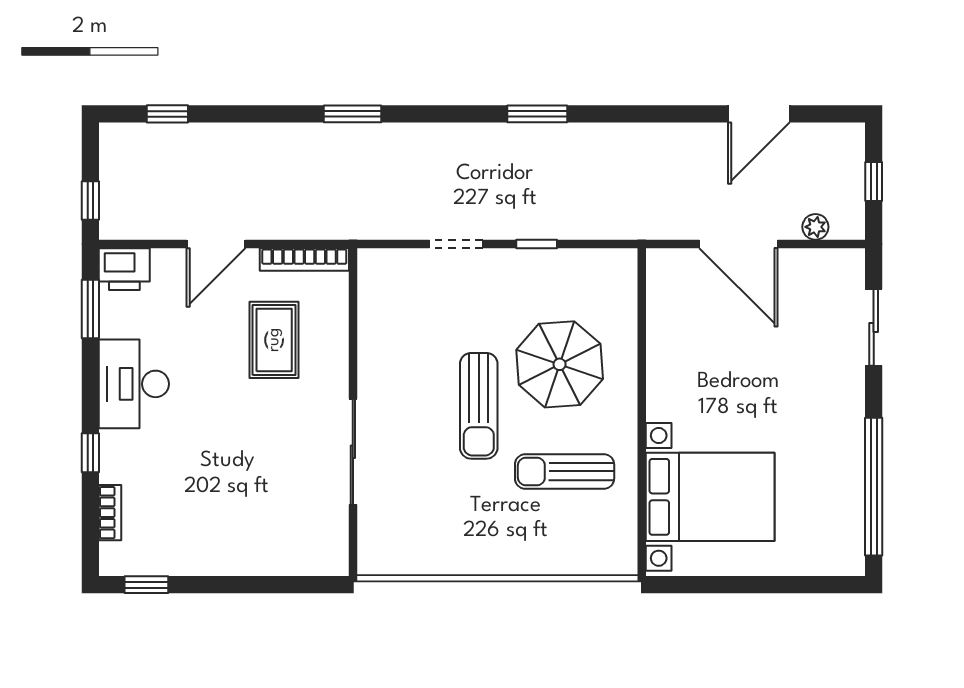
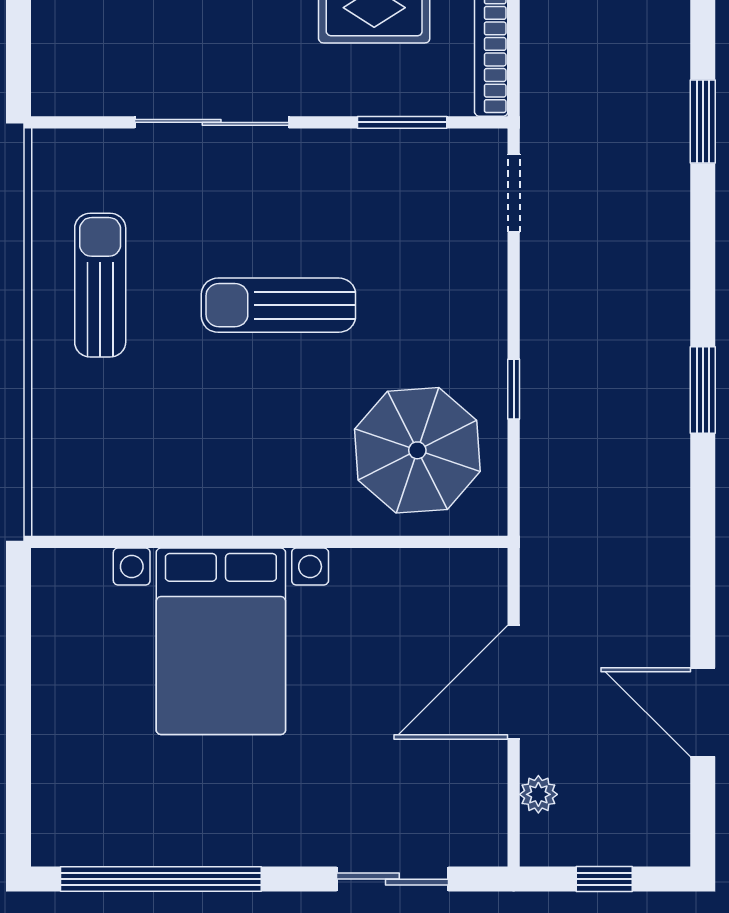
doorway: (456, 244) -> (514, 193), moved
window: (353, 321) -> (402, 122), added
parasol: (560, 364) -> (417, 450), moved
sun lounger: (565, 471) -> (100, 285), moved
bed with nightstands: (710, 497) -> (221, 641), moved

